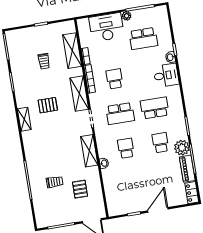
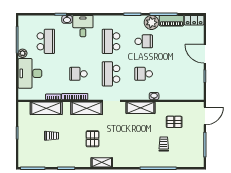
school desk: (120, 114) -> (111, 74), turned 180
school desk: (160, 143) -> (144, 41), turned 180

